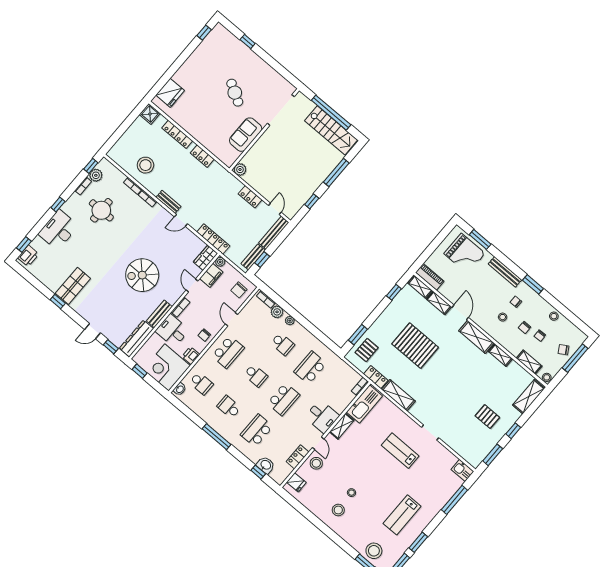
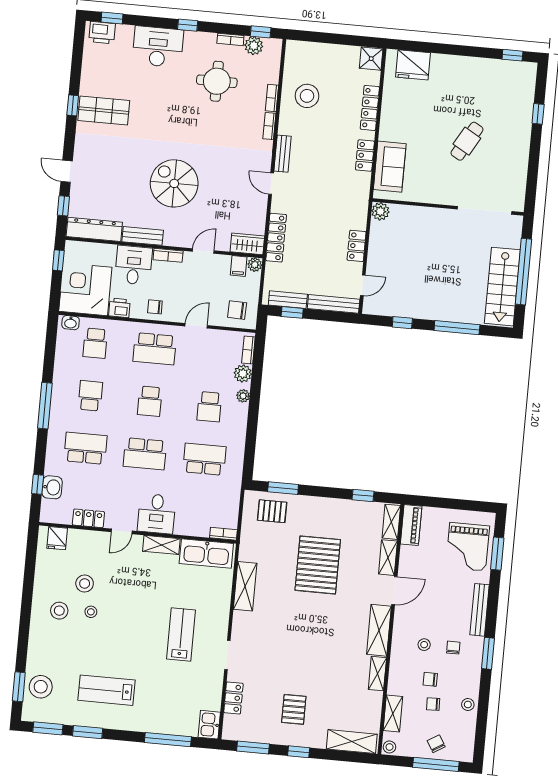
sofa: (246, 135) -> (390, 167), moved, turned 90
filing cabinet: (211, 275) -> (239, 266), width x0.50
locker: (376, 377) -> (233, 698), moved
stool: (316, 463) -> (85, 584), moved

